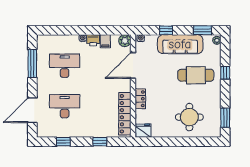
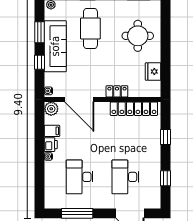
window: (203, 30) -> (40, 32), moved
fridge: (143, 131) -> (153, 71), moved

